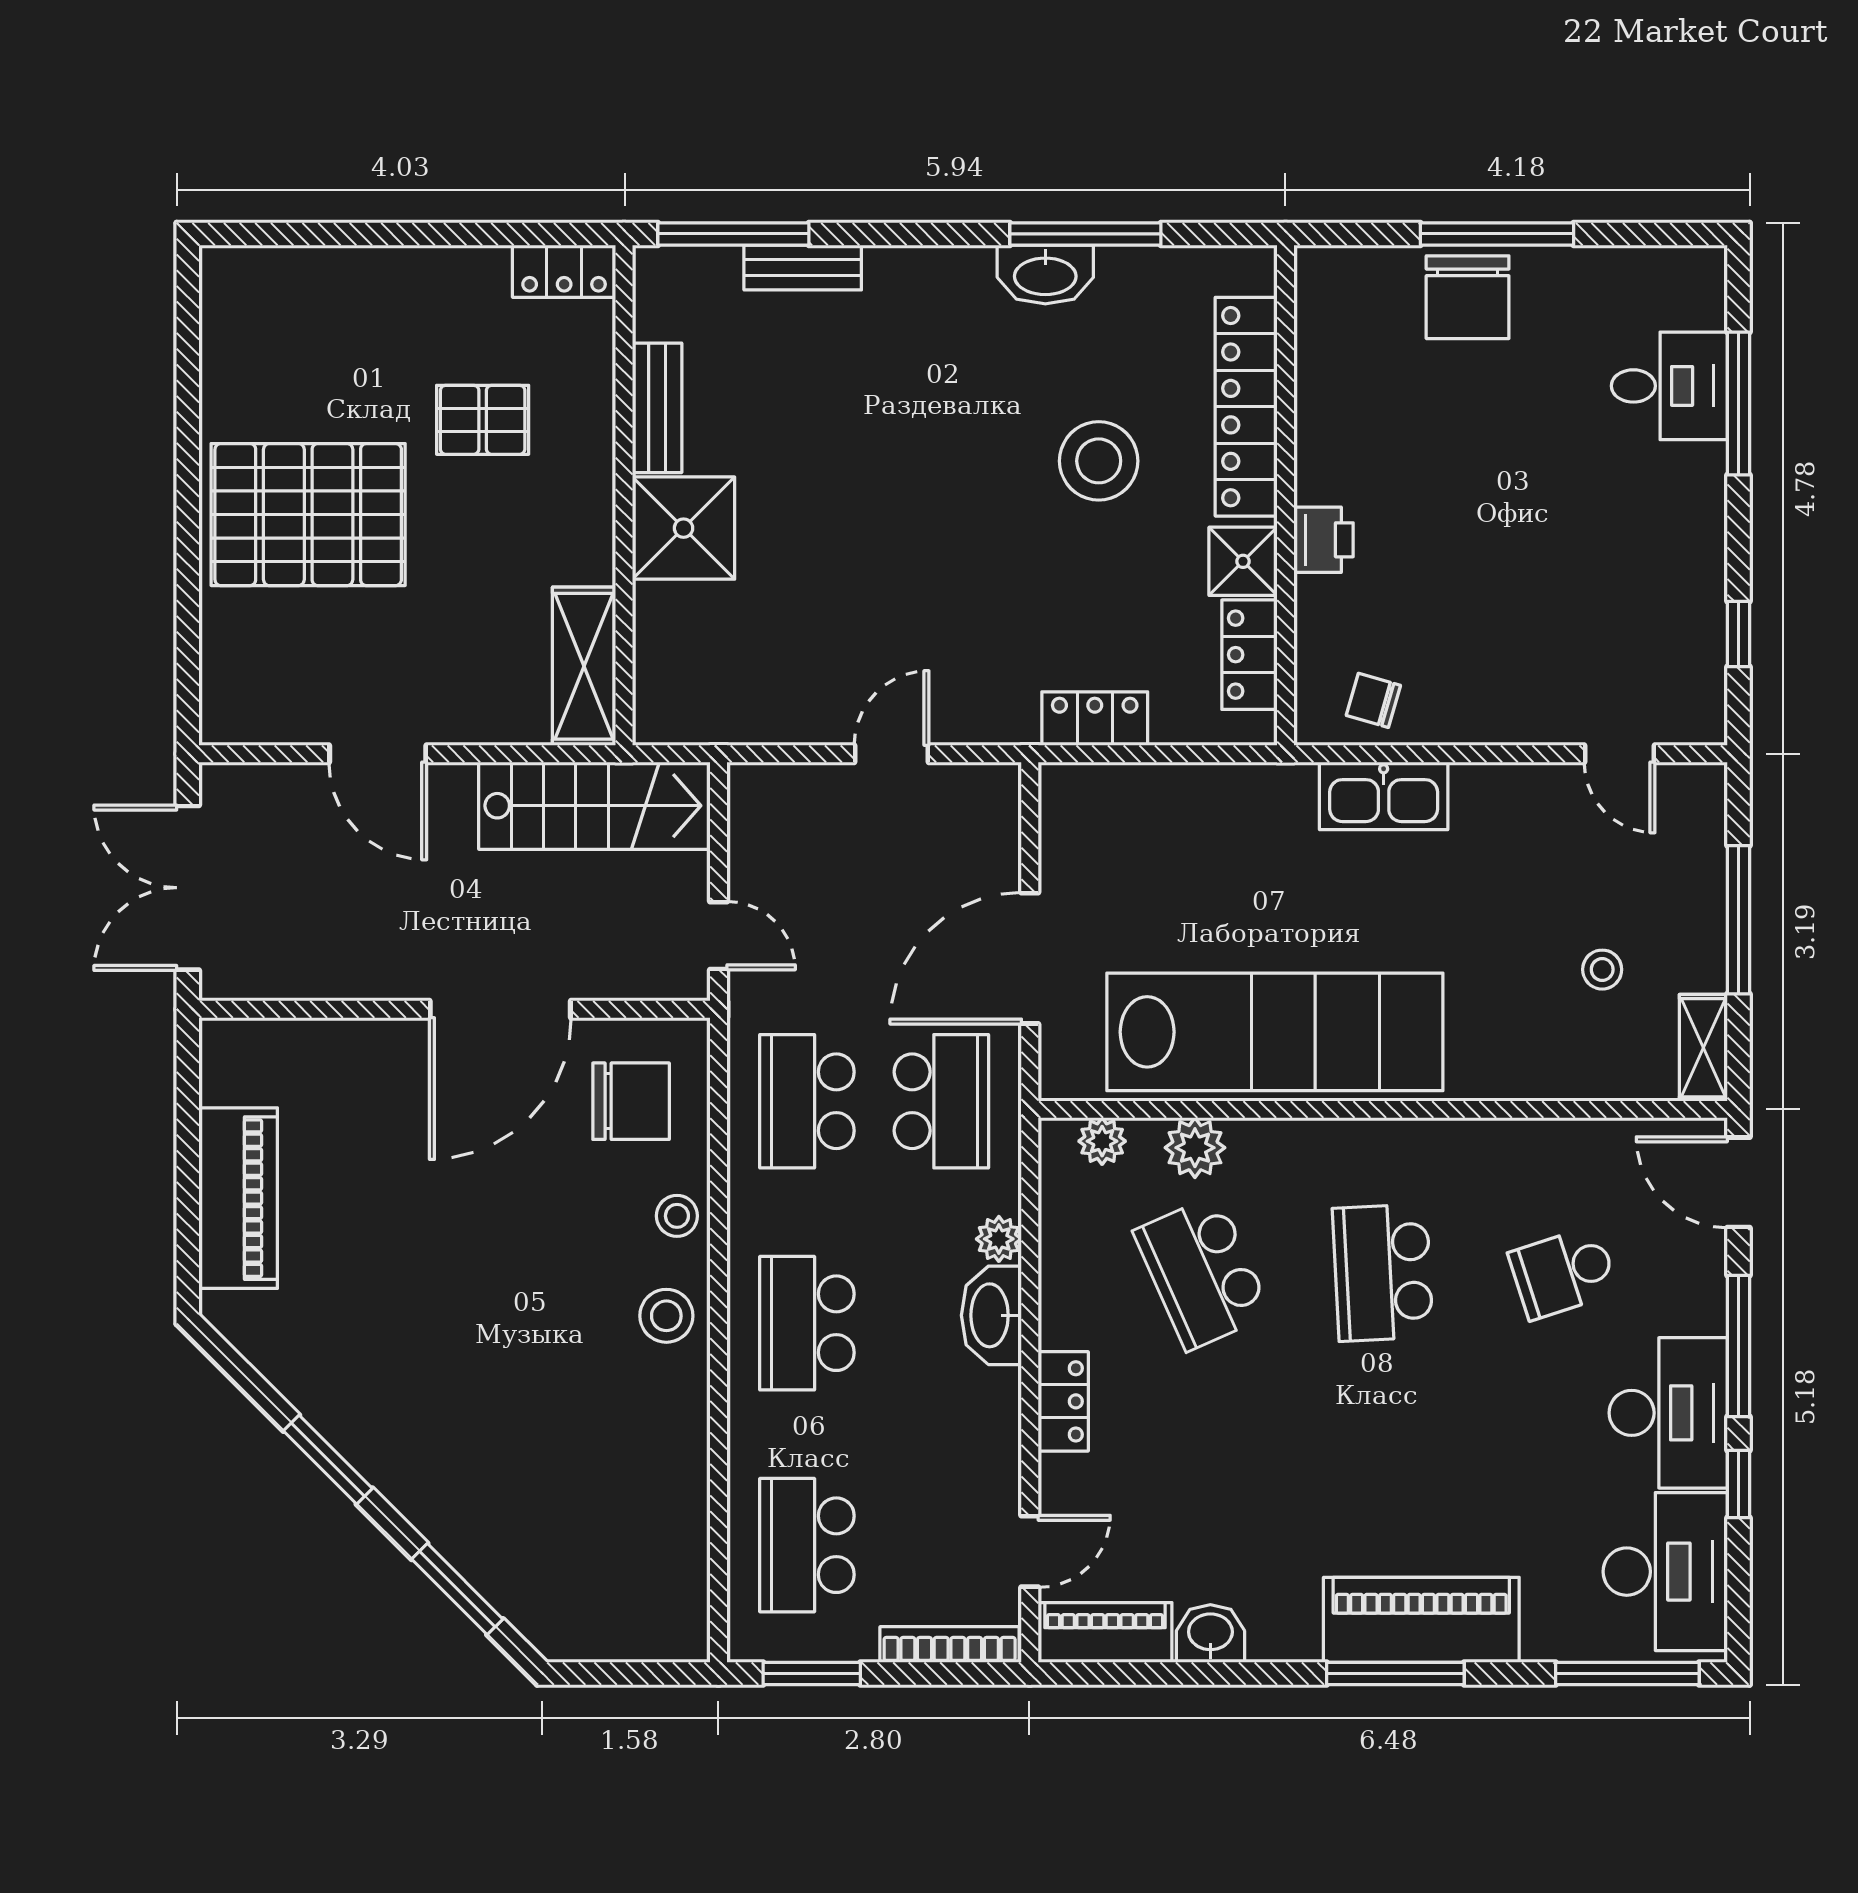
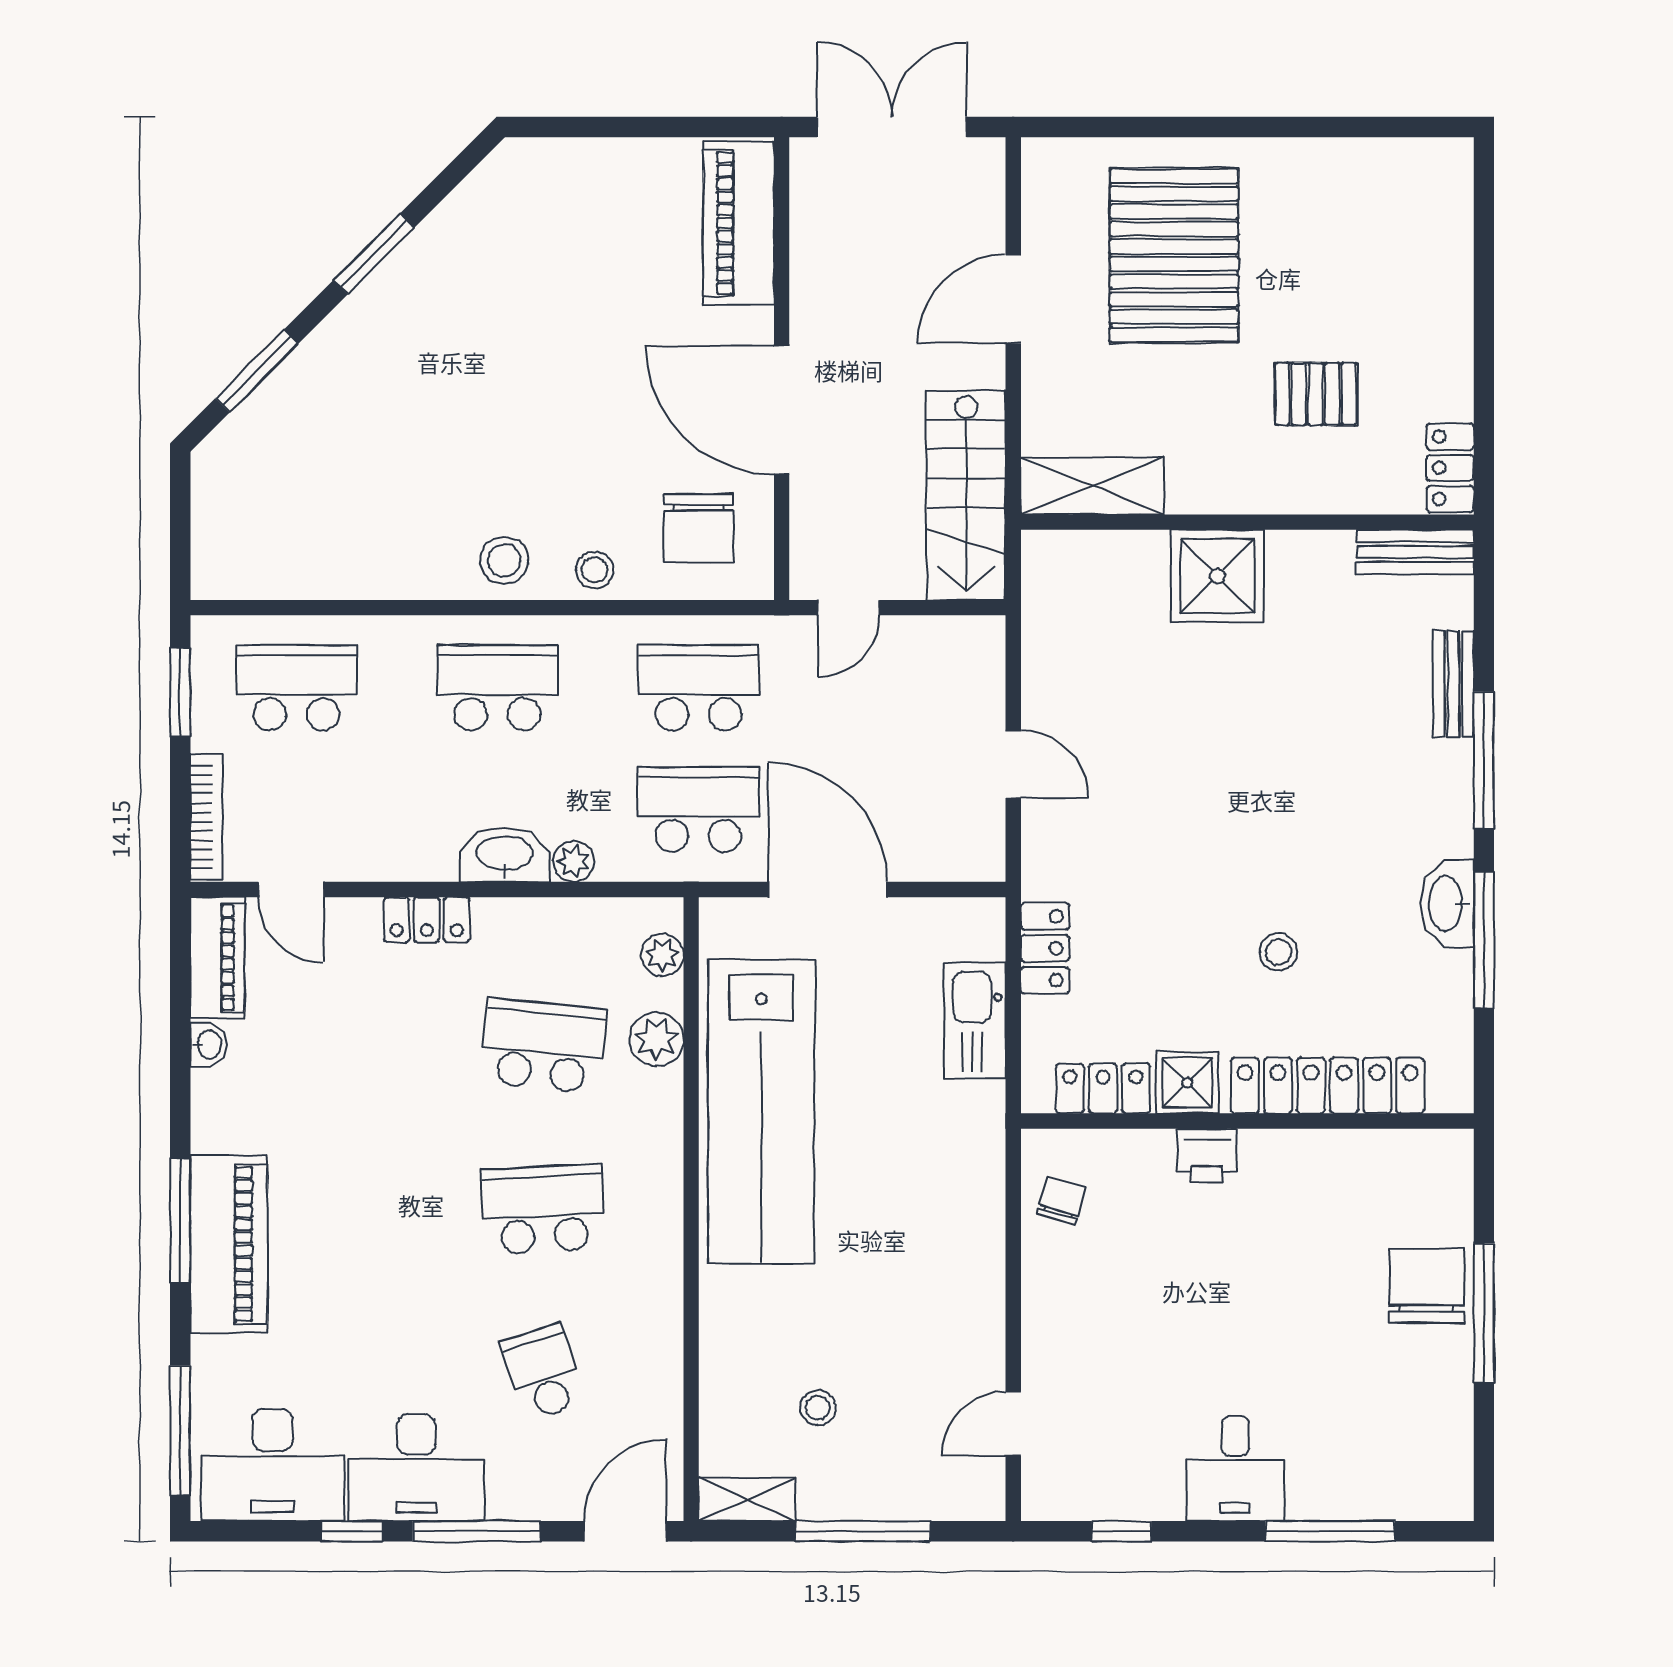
window: (733, 234) -> (1484, 760), moved
chair: (1468, 297) -> (1427, 1286), turned 90
desk: (1669, 386) -> (1235, 1469), moved
bench: (657, 408) -> (1415, 552), moved
pallet: (483, 420) -> (1316, 394), turned 90
stool: (1099, 461) -> (1278, 952), width x0.53, depth x0.53
pallet: (308, 515) -> (1174, 255), moved
kitchen sink: (1384, 796) -> (975, 1020), moved
school desk: (941, 1101) -> (698, 809), turned 180
piano: (238, 1198) -> (739, 223), moved, turned 90
school desk: (1202, 1273) -> (543, 1046), turned 30
washbasin: (1210, 1634) -> (208, 1045), width x0.72, depth x0.69

